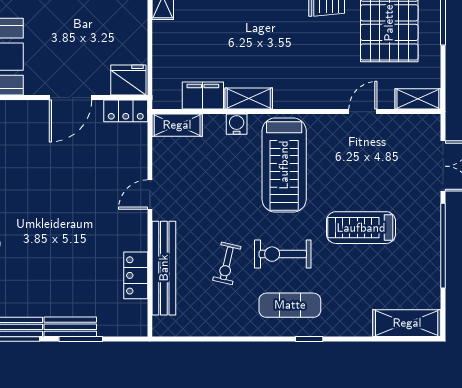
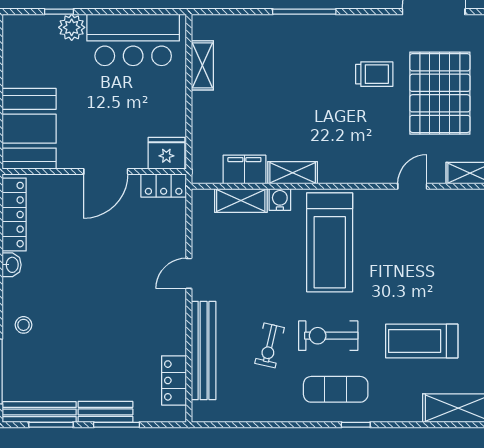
shelving: (177, 125) -> (241, 201), moved
treadmill: (361, 228) -> (422, 341), moved
locker: (136, 275) -> (174, 380), moved

